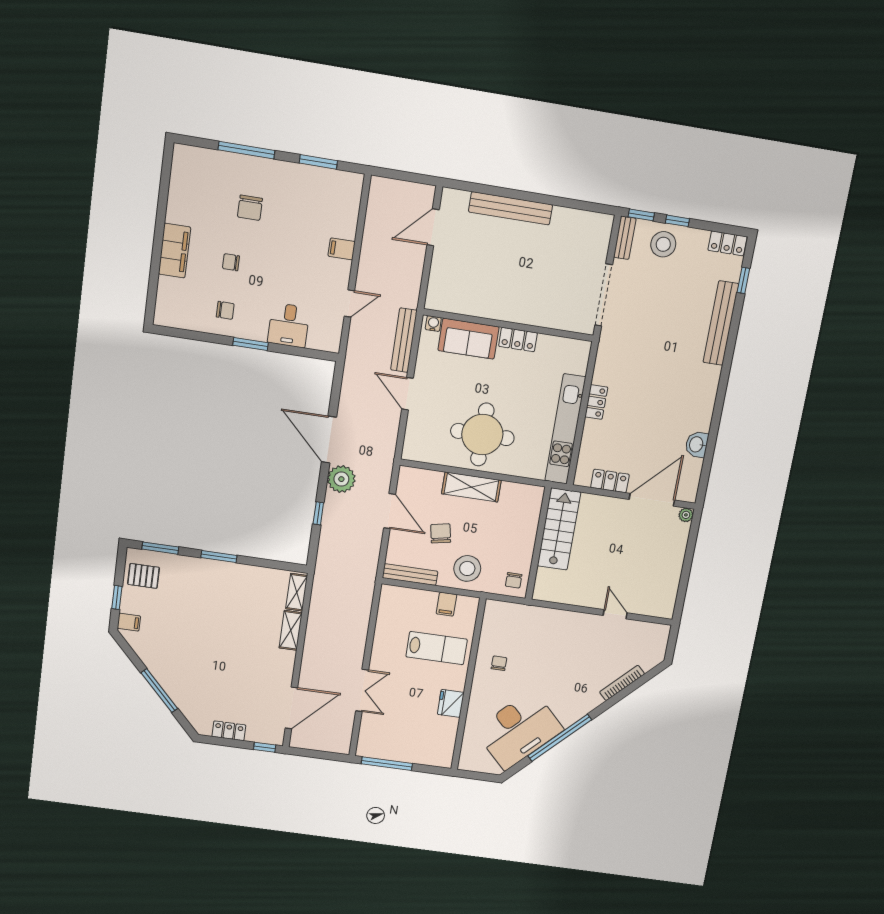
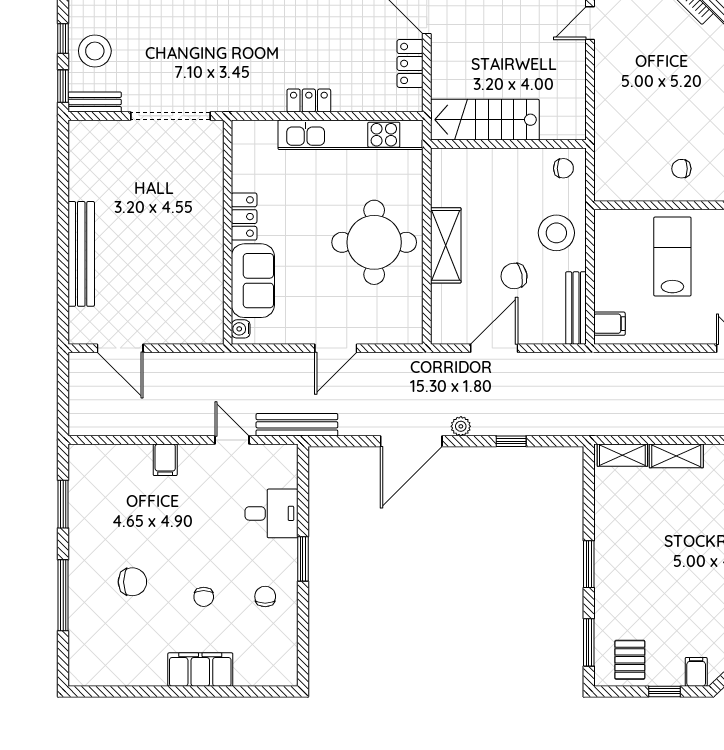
bench: (404, 340) -> (297, 425), moved
plant: (341, 479) -> (461, 426), width x0.53, depth x0.53
filing cabinet: (446, 604) -> (609, 324), moved

